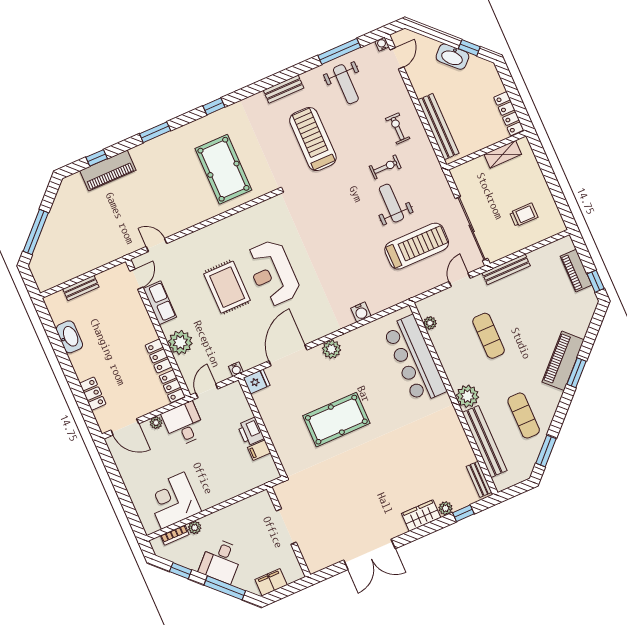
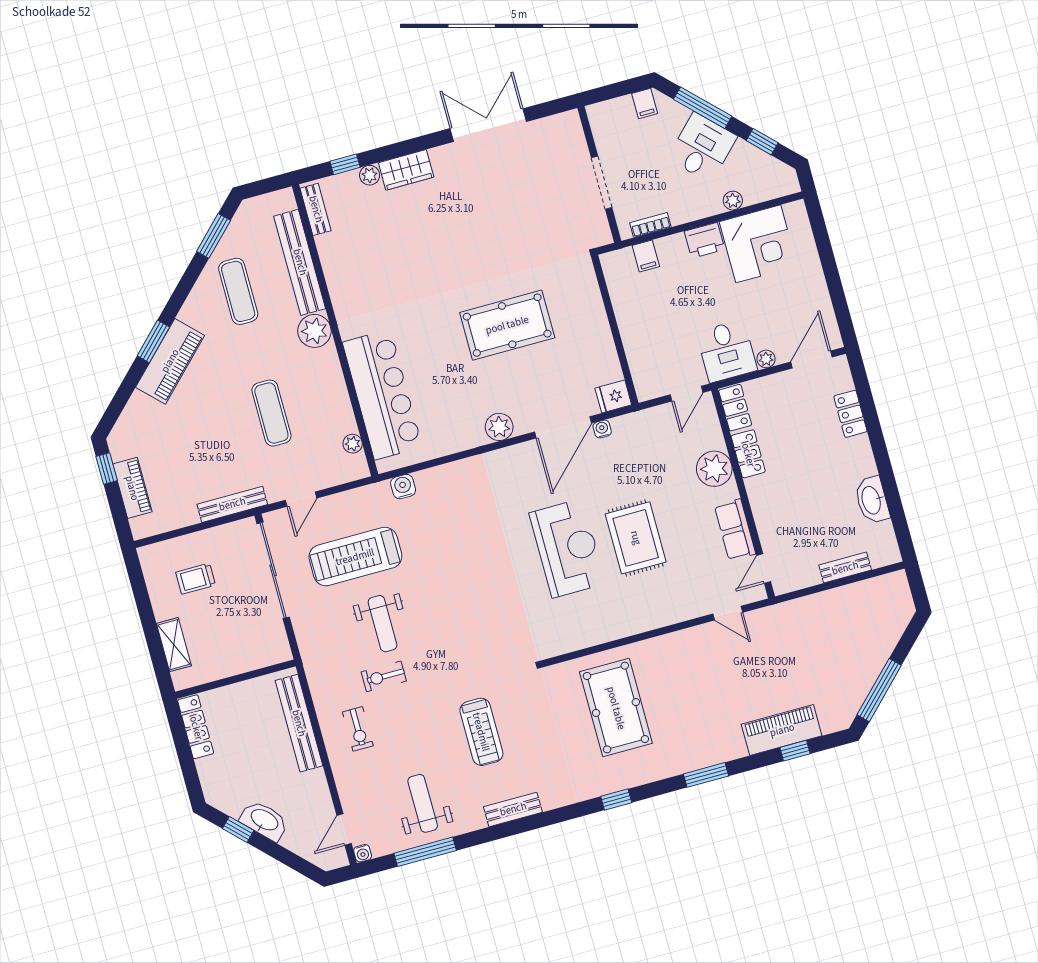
treadmill: (313, 139) -> (481, 732), width x0.73, depth x0.73
shelving: (503, 154) -> (174, 645), moved, turned 90
window: (36, 232) -> (879, 690), moved
water cooler: (361, 312) -> (403, 487), moved
water cooler: (236, 369) -> (602, 429), moved
door: (125, 427) -> (811, 359), hinge flipped
printer: (251, 432) -> (704, 240), moved, turned 90
filing cabinet: (259, 450) -> (646, 256), moved, turned 90
bookcase: (175, 535) -> (650, 225), moved
filing cabinet: (271, 582) -> (645, 103), width x0.50

